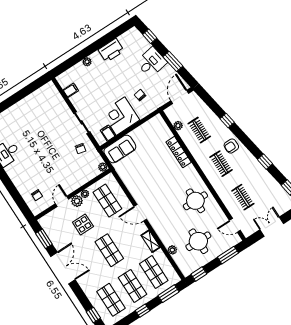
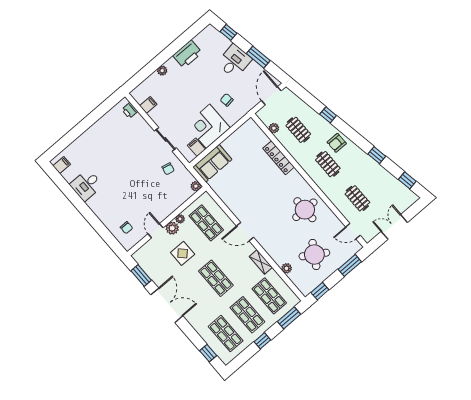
printer: (54, 93) -> (130, 110), added
round table: (198, 241) -> (314, 254), turned 32

